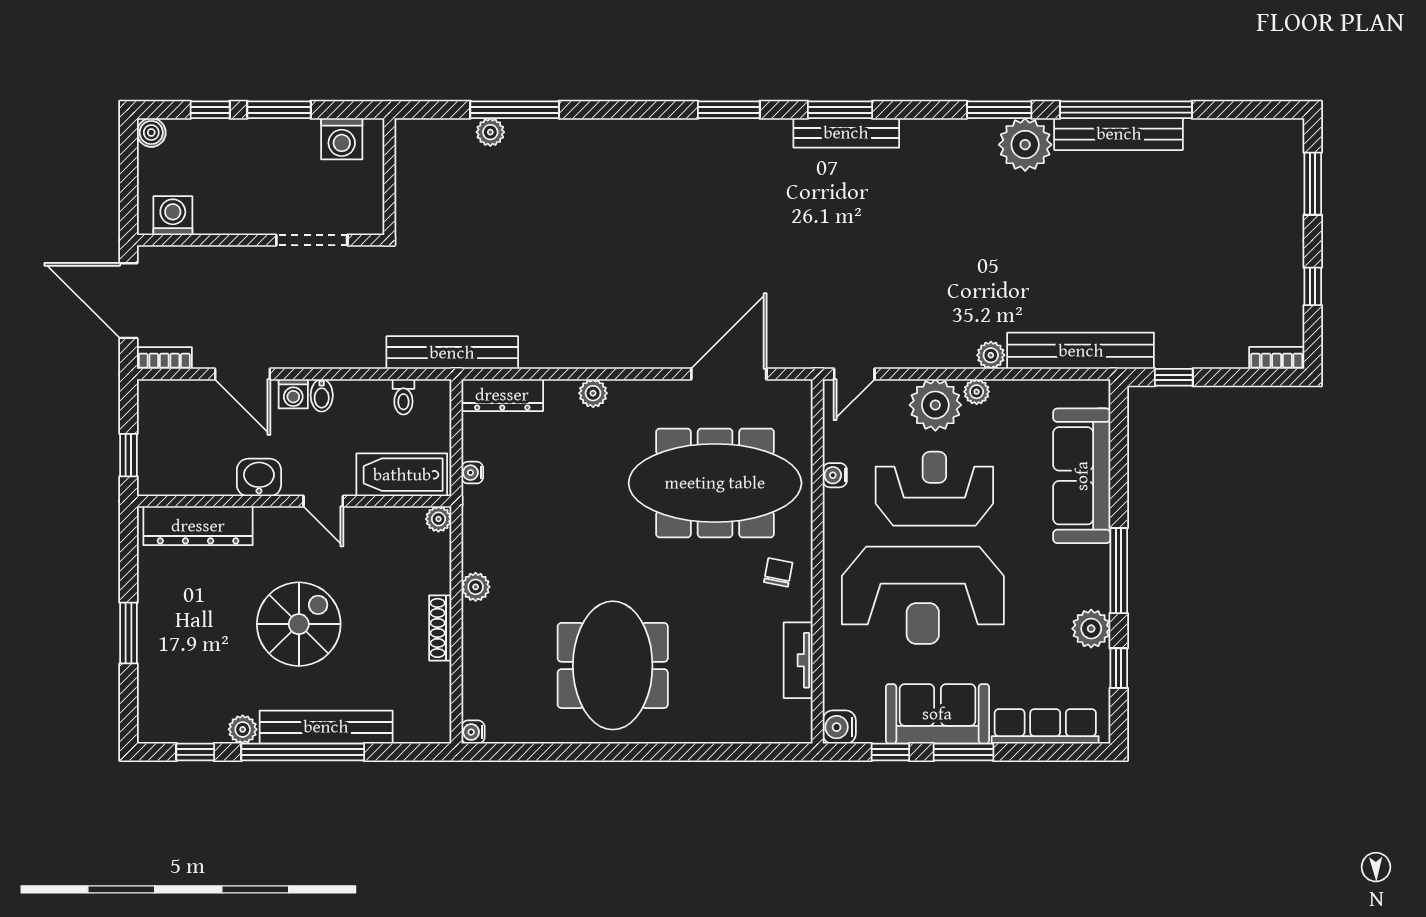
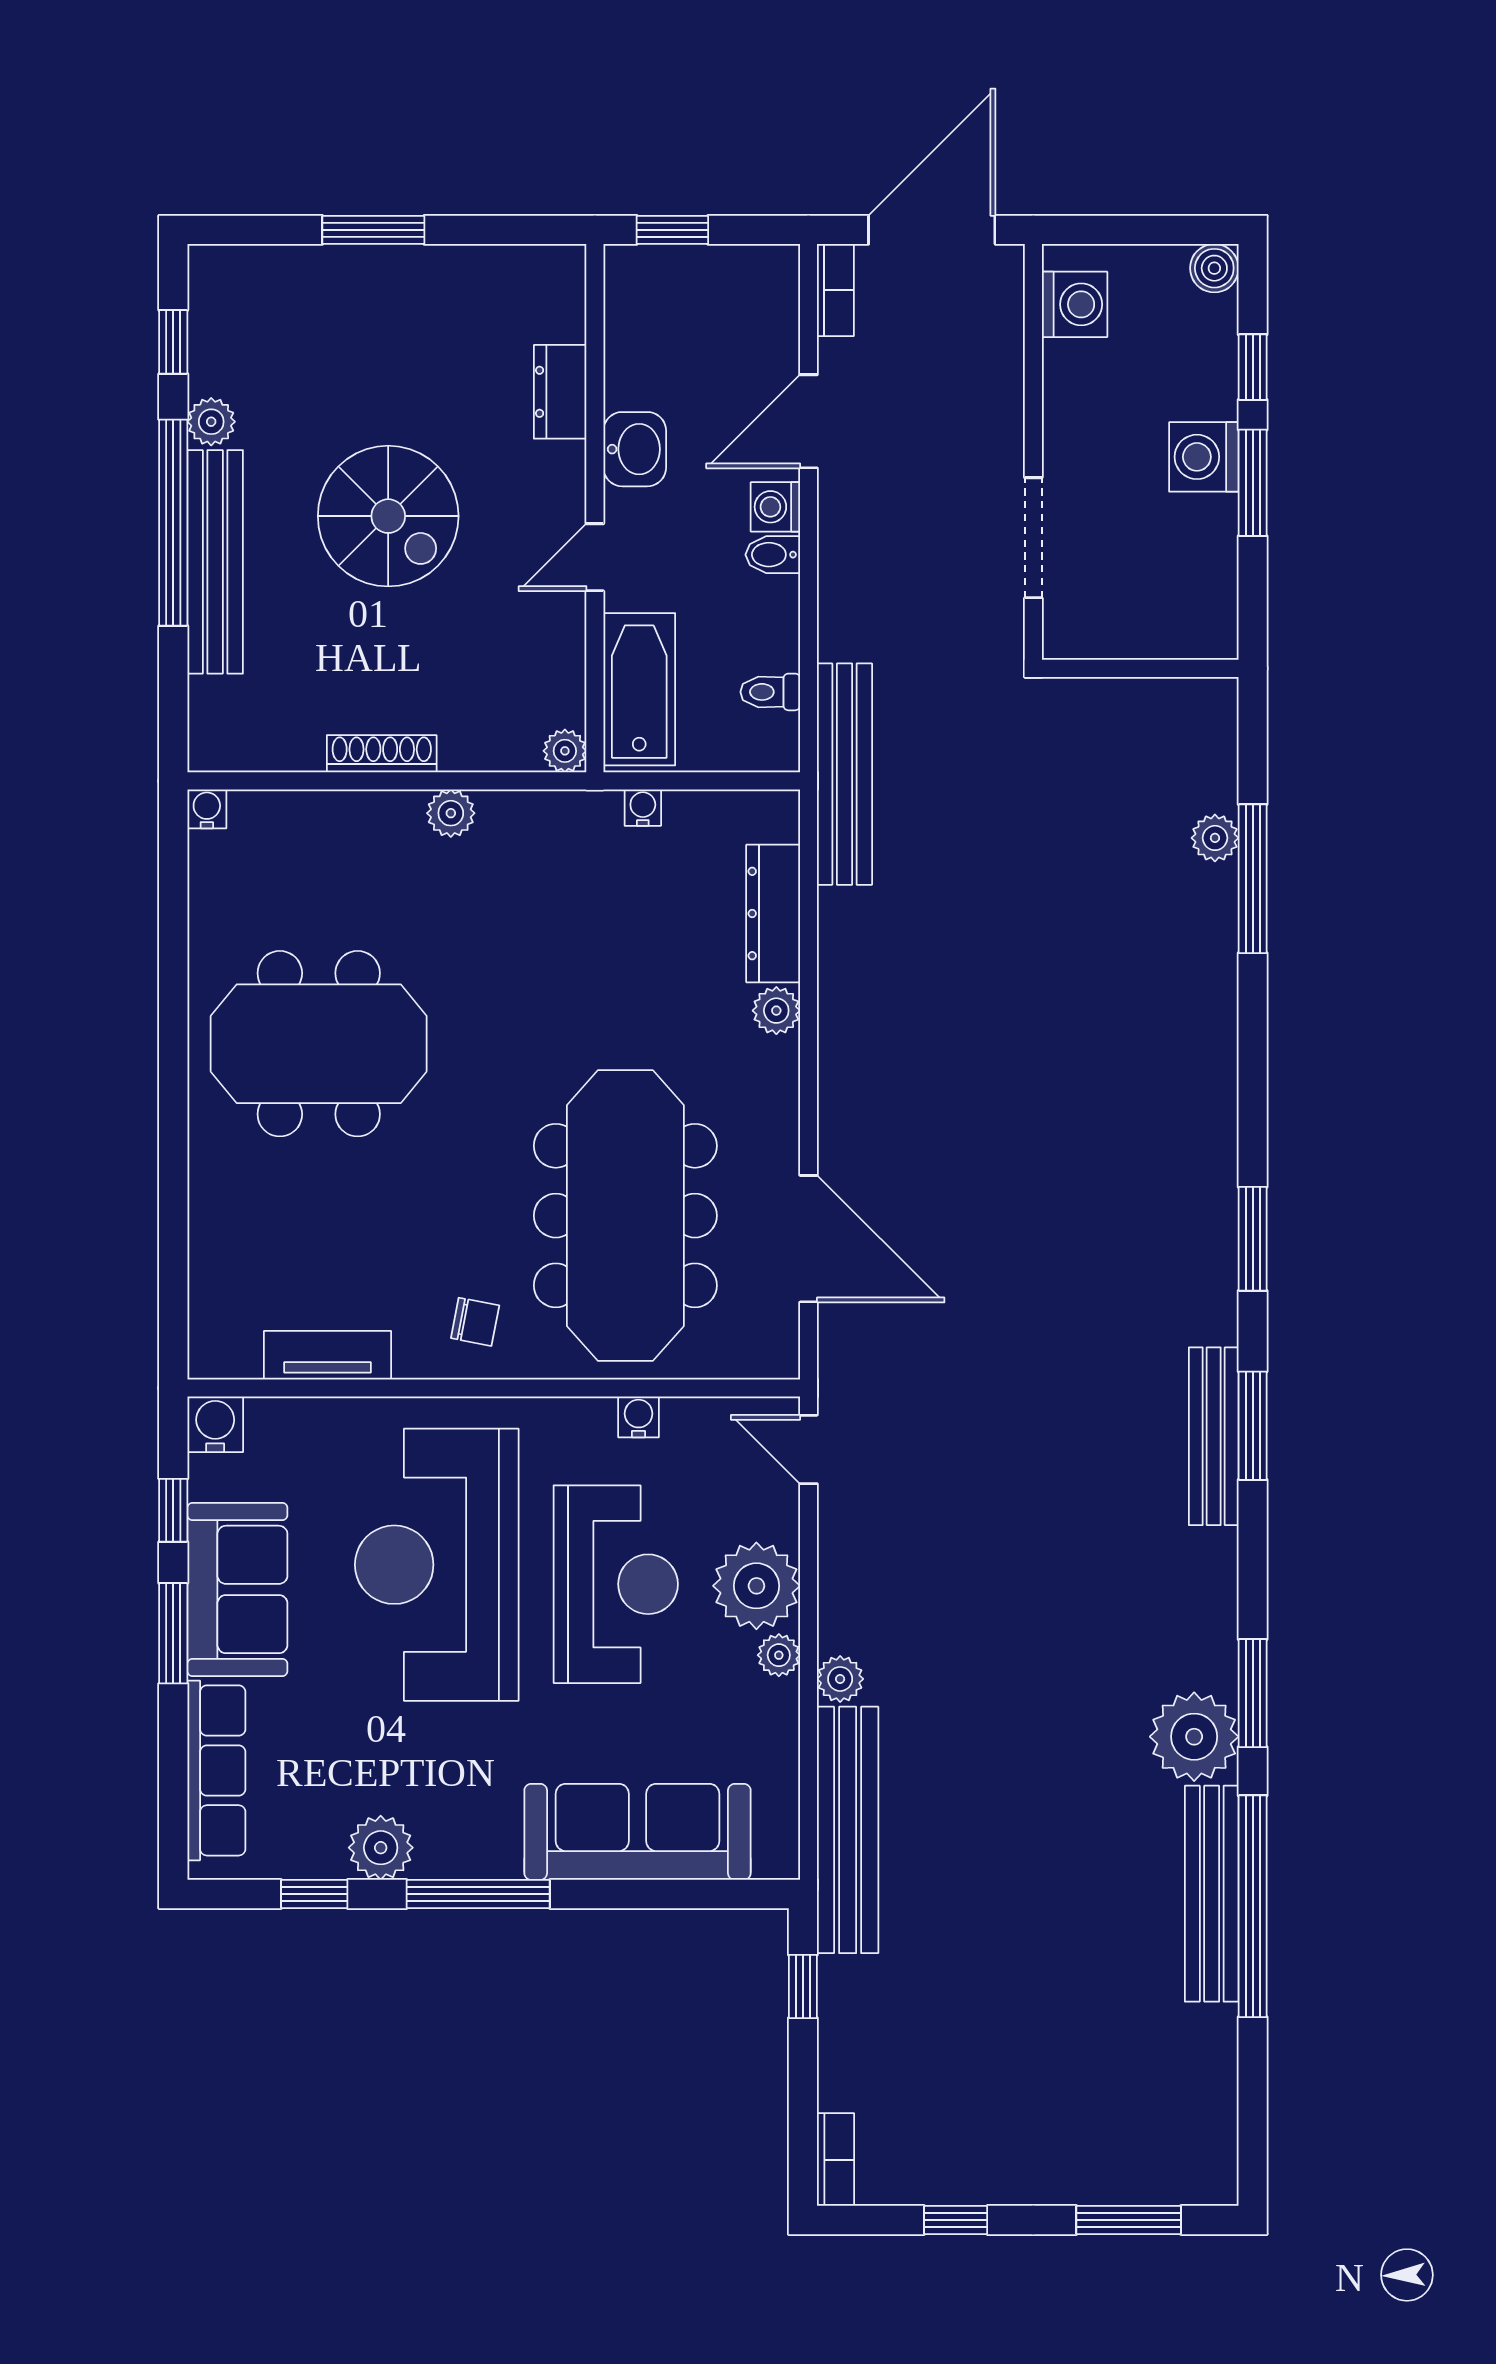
washing machine: (342, 139) -> (1204, 457), moved
dresser: (502, 395) -> (773, 913), moved
dresser: (198, 526) -> (560, 392), width x0.51, depth x0.80

